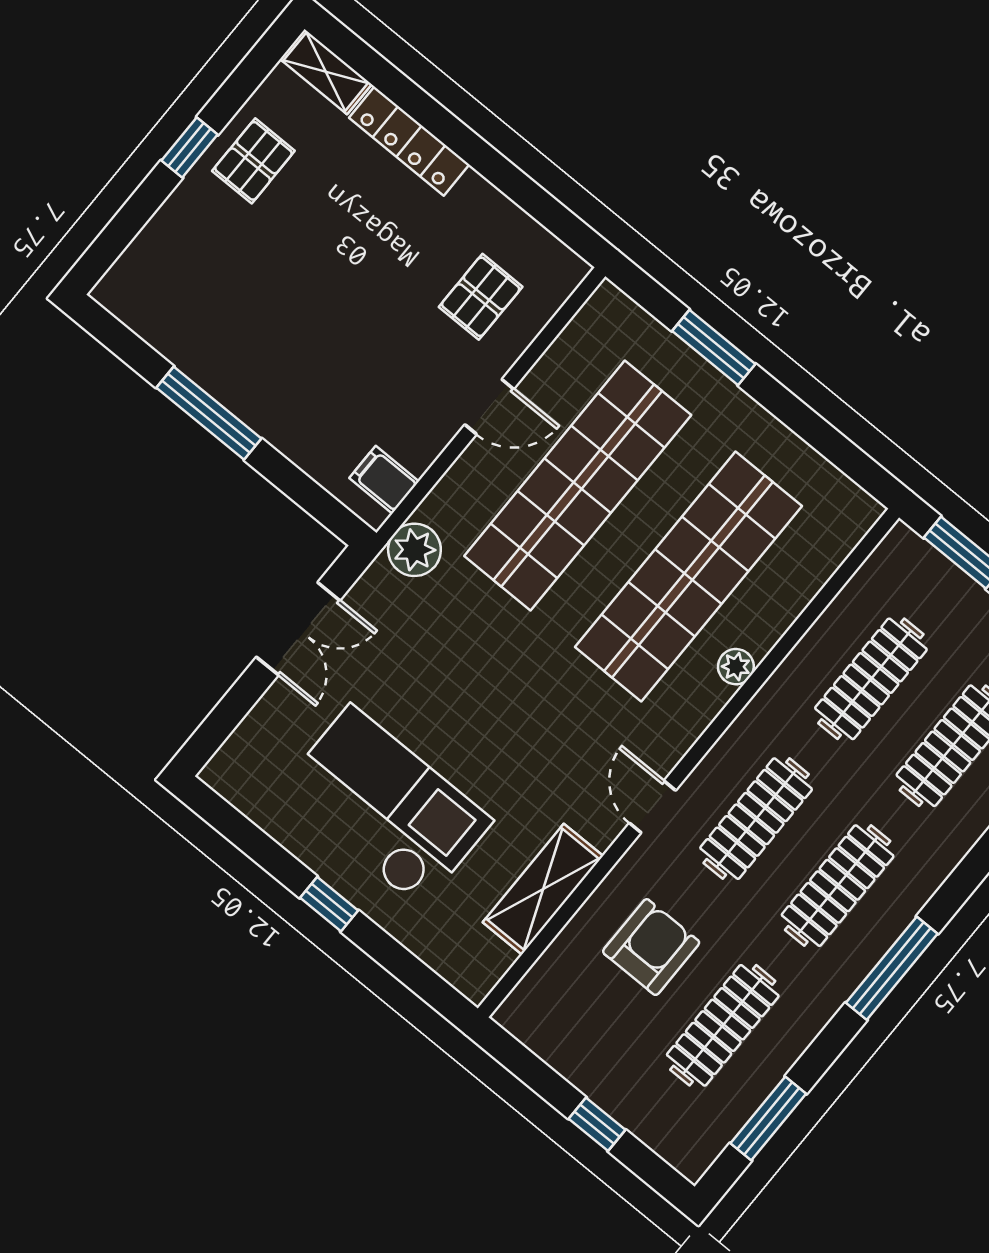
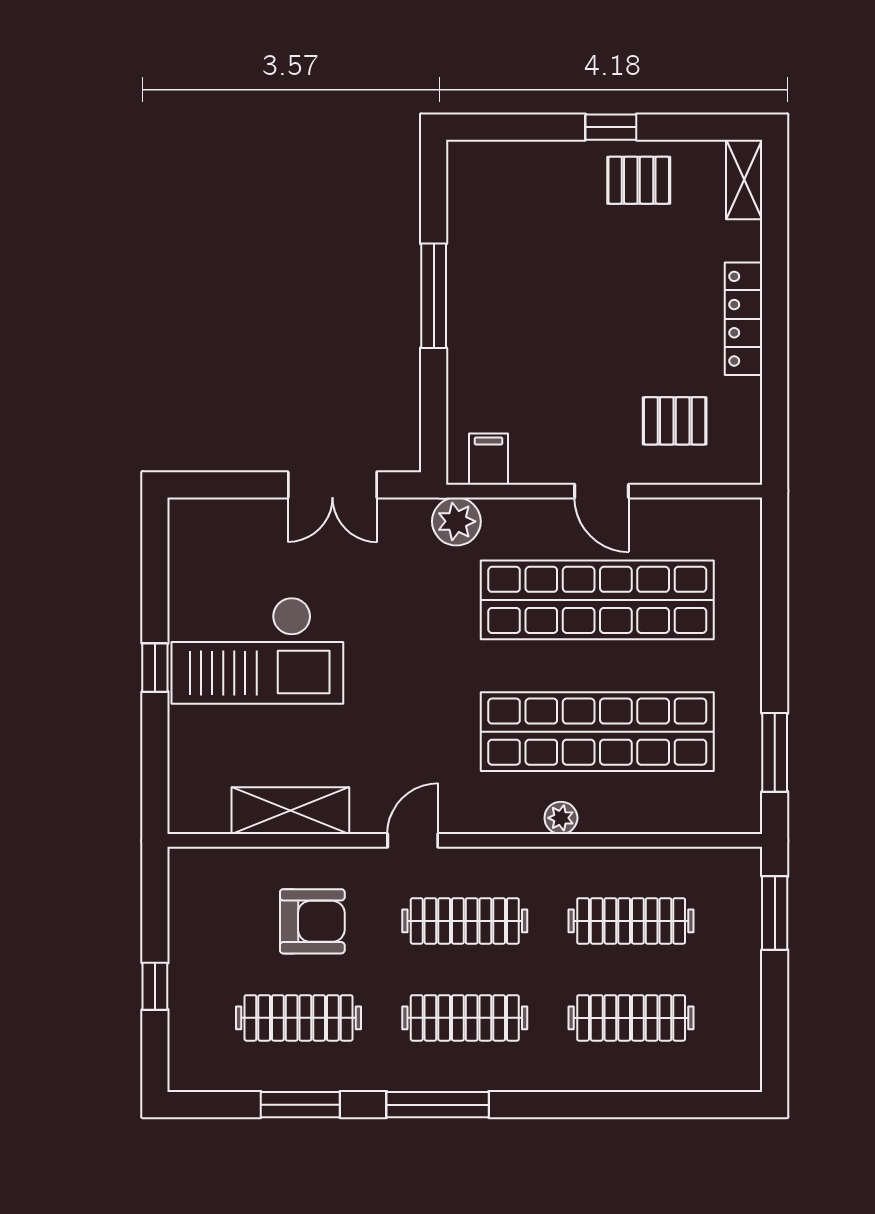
locker: (409, 141) -> (744, 319), moved
window: (714, 347) -> (775, 752), moved
checkout: (386, 806) -> (257, 651), turned 90
window: (768, 1119) -> (300, 1105), moved

